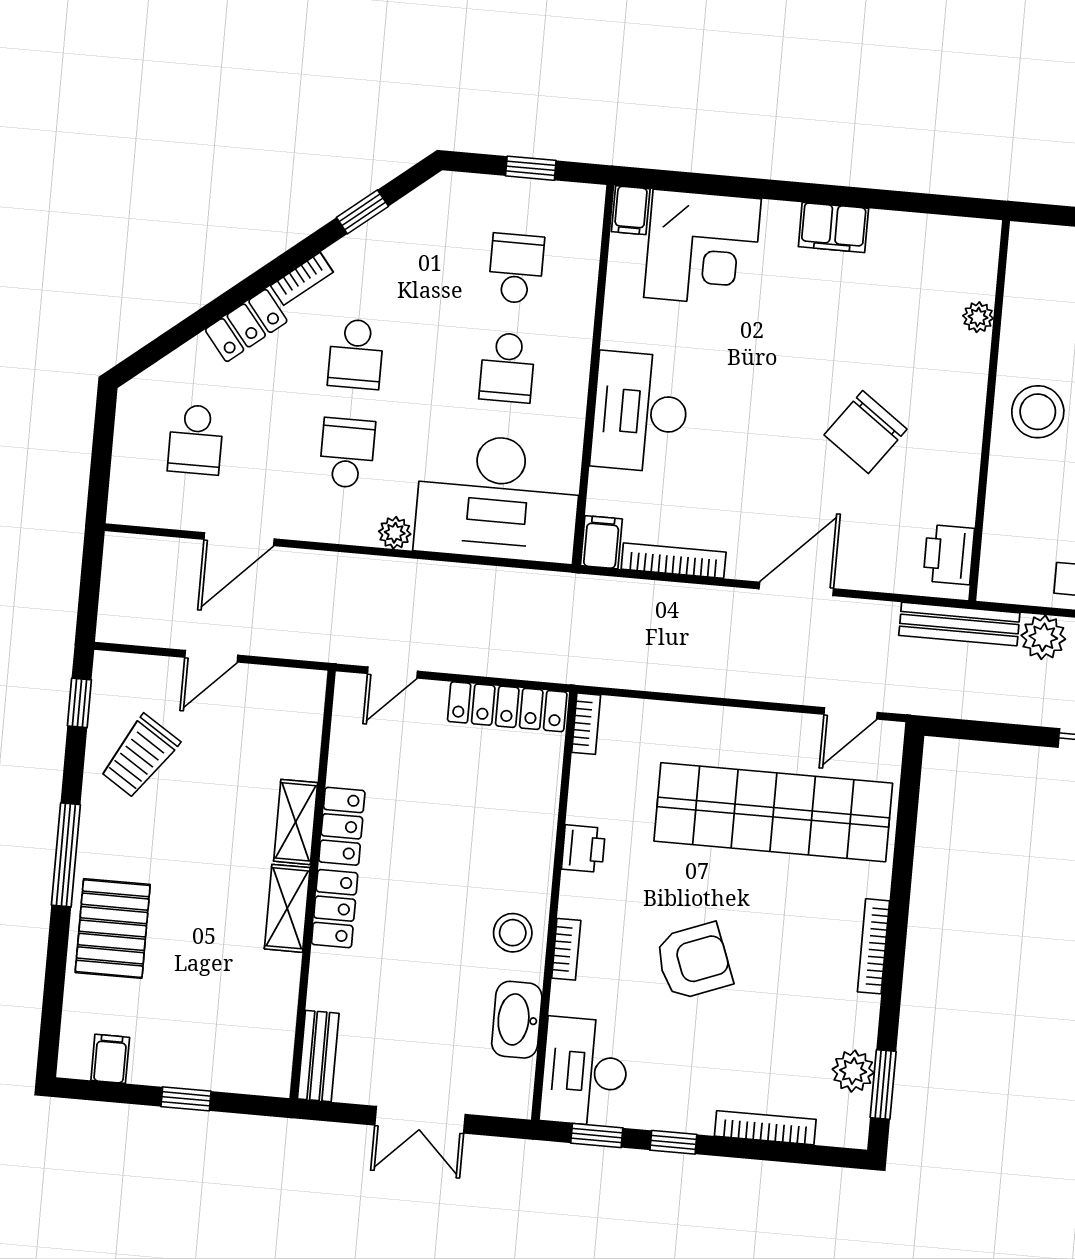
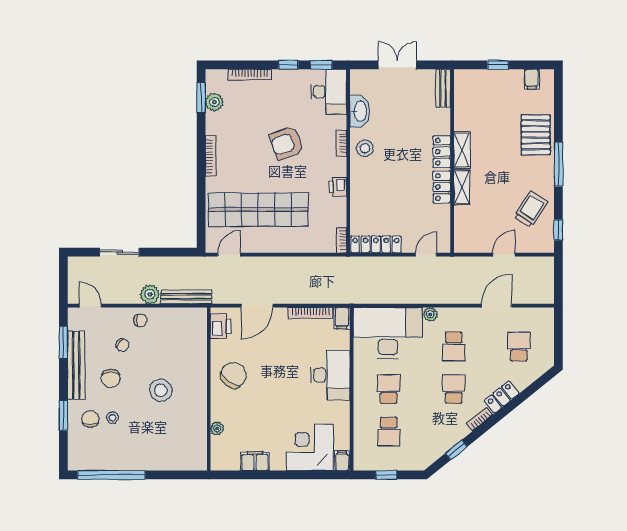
plant: (978, 317) -> (217, 428), moved
wall: (989, 411) -> (209, 389), moved
printer: (949, 555) -> (221, 326), moved

